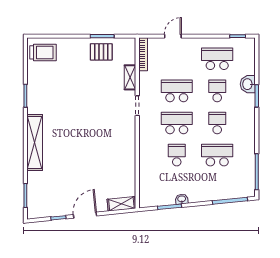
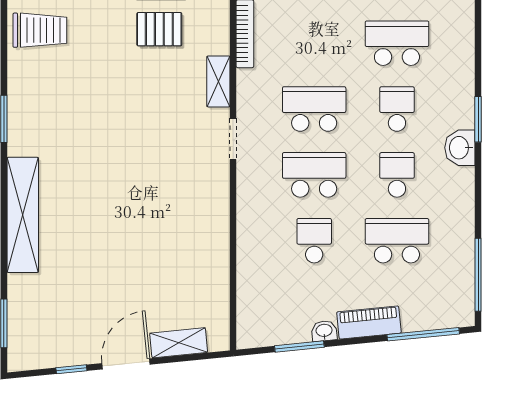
washbasin: (248, 84) -> (460, 148), moved
piano: (203, 195) -> (369, 323), added
shelving: (121, 204) -> (179, 343), moved

